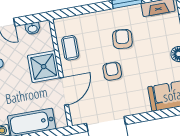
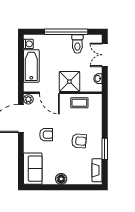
armchair: (112, 71) -> (46, 135), moved
plant: (78, 118) -> (28, 99), added

